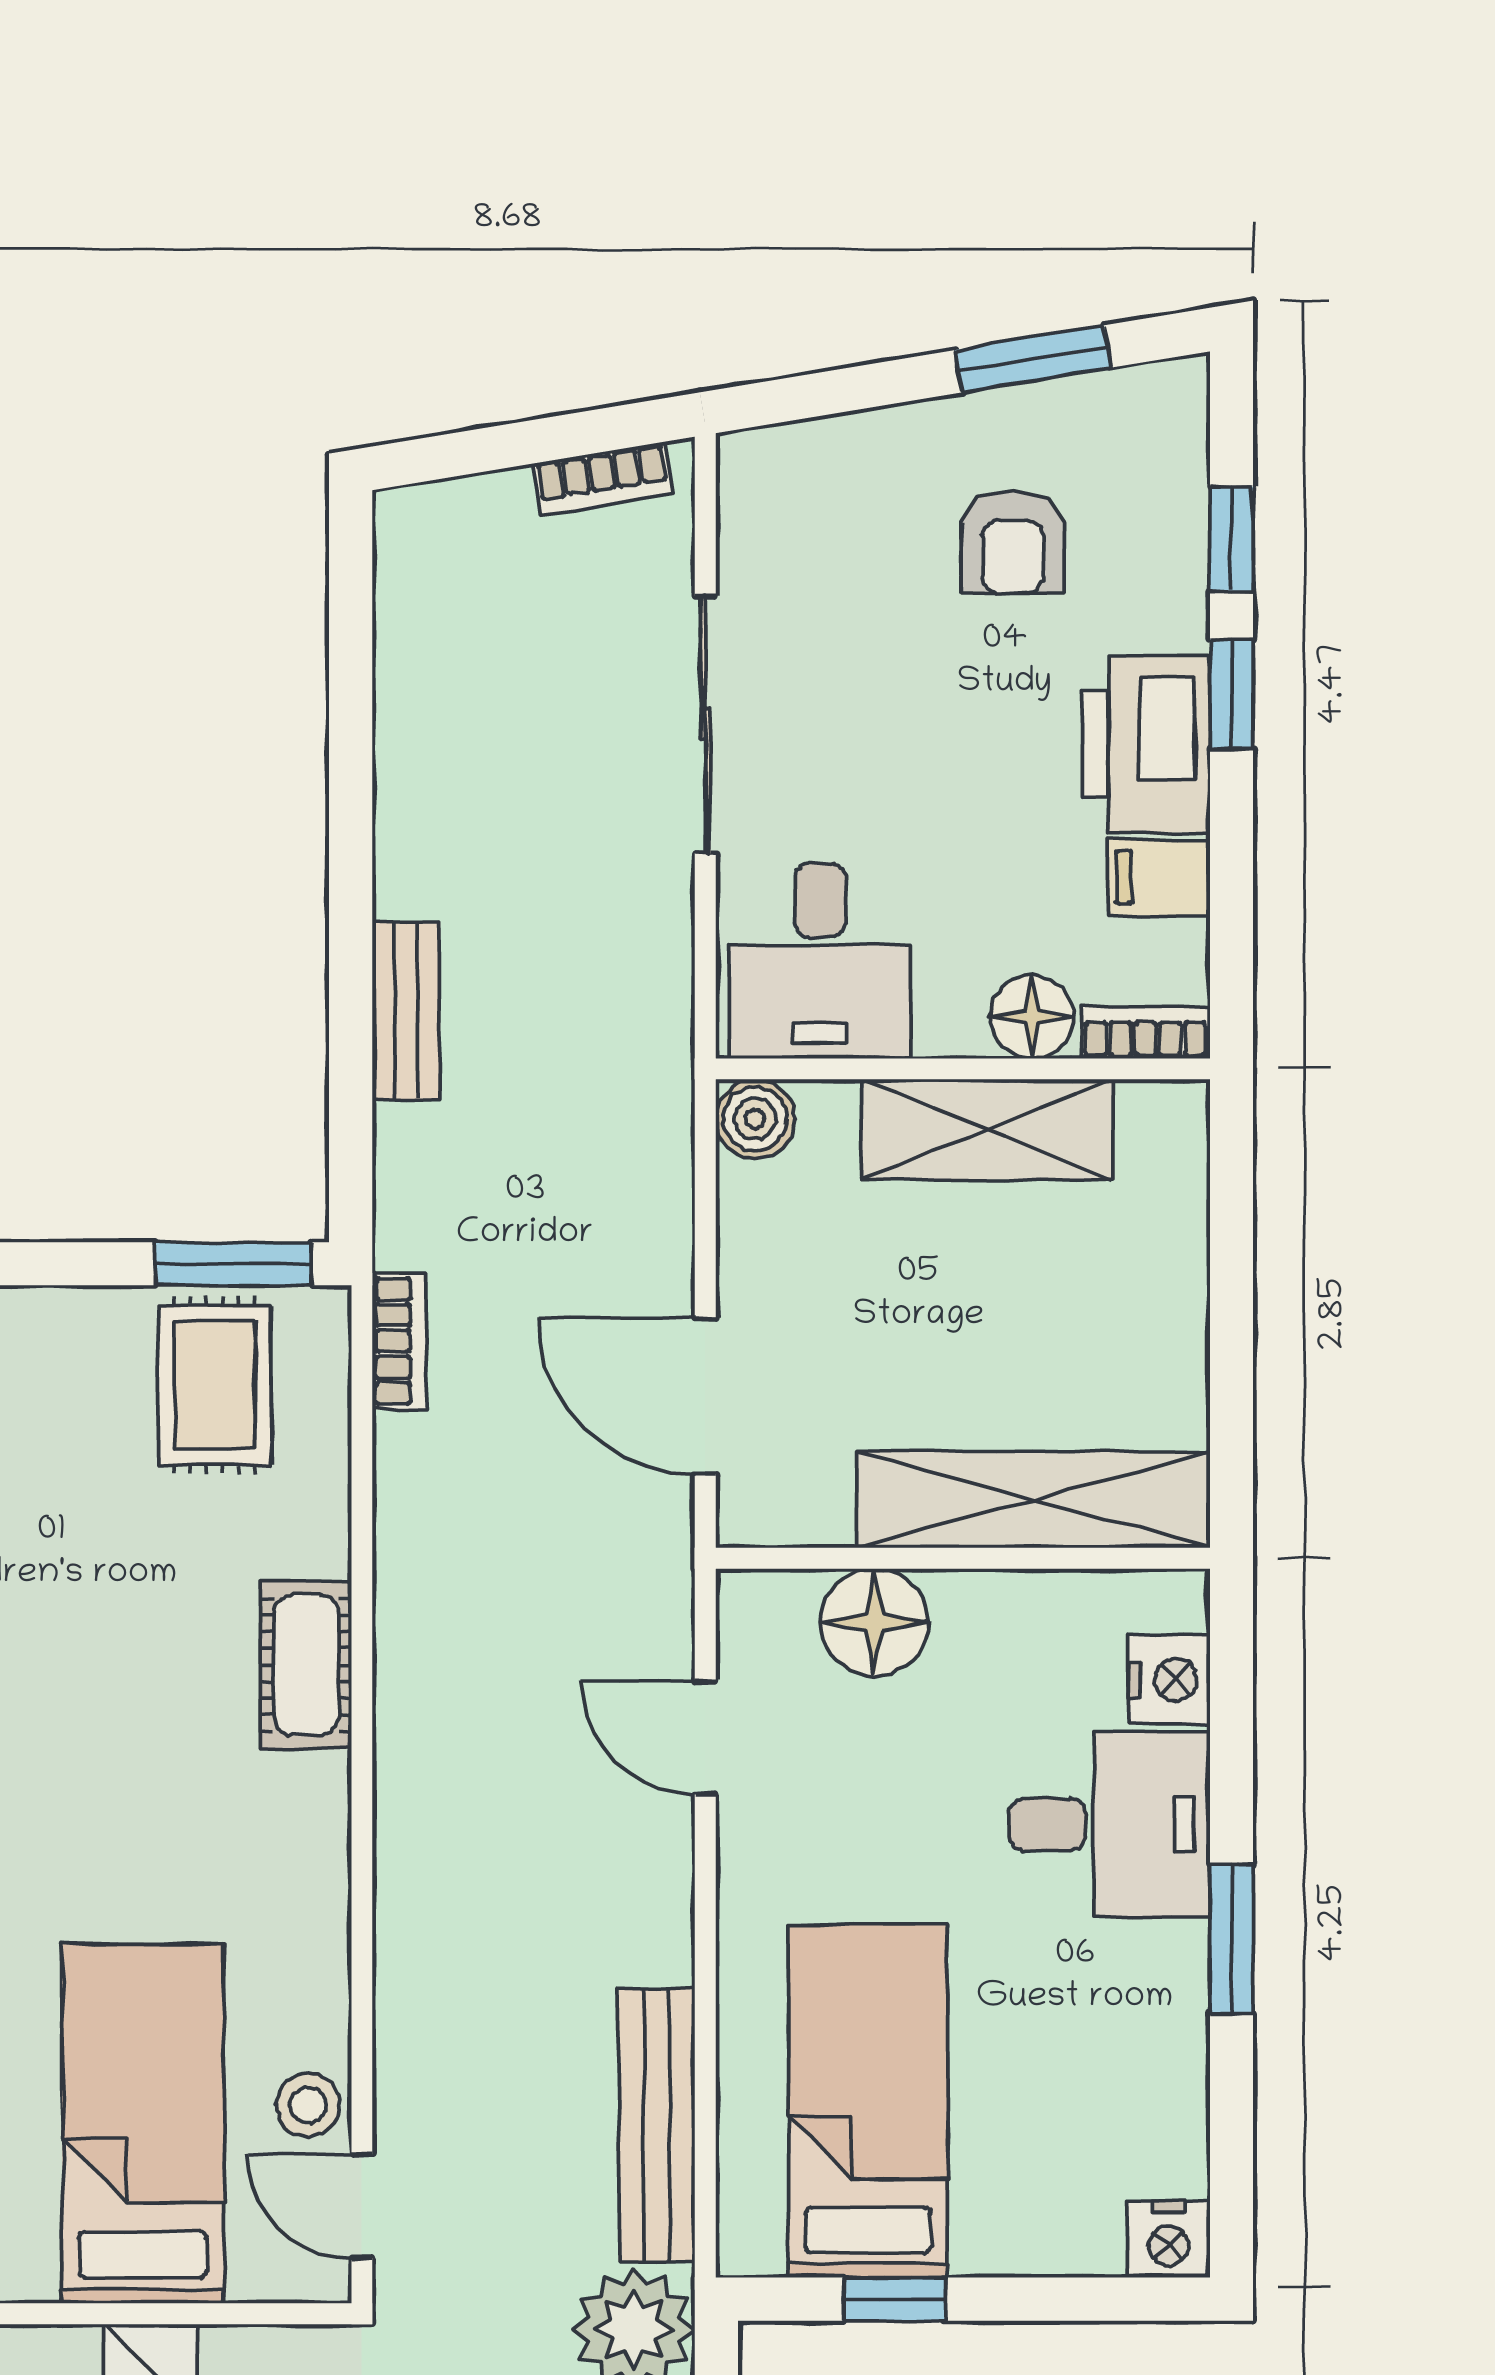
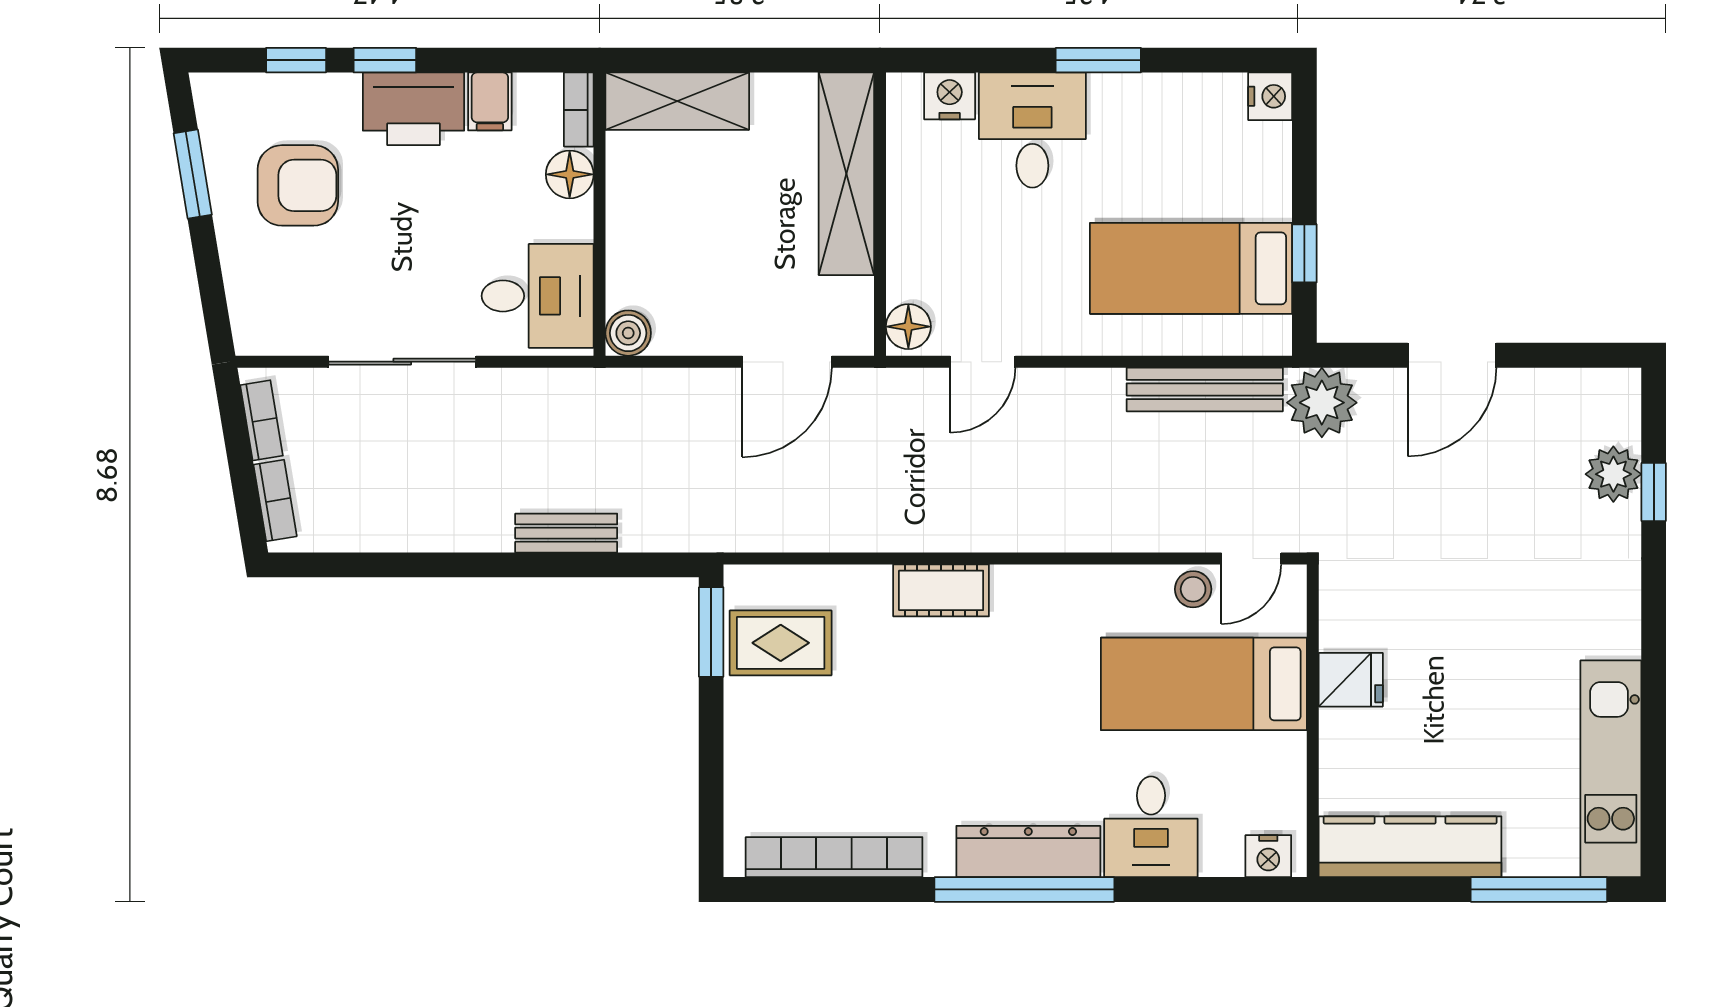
armchair: (1013, 542) -> (298, 185), width x1.38, depth x1.38
shelving: (987, 1129) -> (677, 101), moved, turned 90
bookcase: (399, 1341) -> (275, 500), moved, turned 81
floor lamp: (875, 1623) -> (908, 327), moved, width x0.73, depth x0.73

